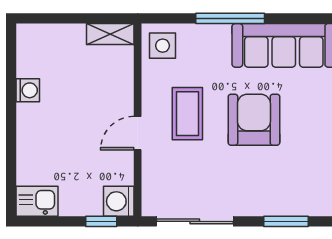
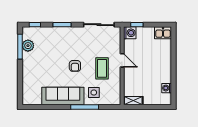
side table: (163, 46) -> (94, 93), moved
washing machine: (28, 90) -> (167, 88), moved
armchair: (254, 120) -> (75, 66), width x0.53, depth x0.53
door: (138, 133) -> (122, 60), hinge flipped

